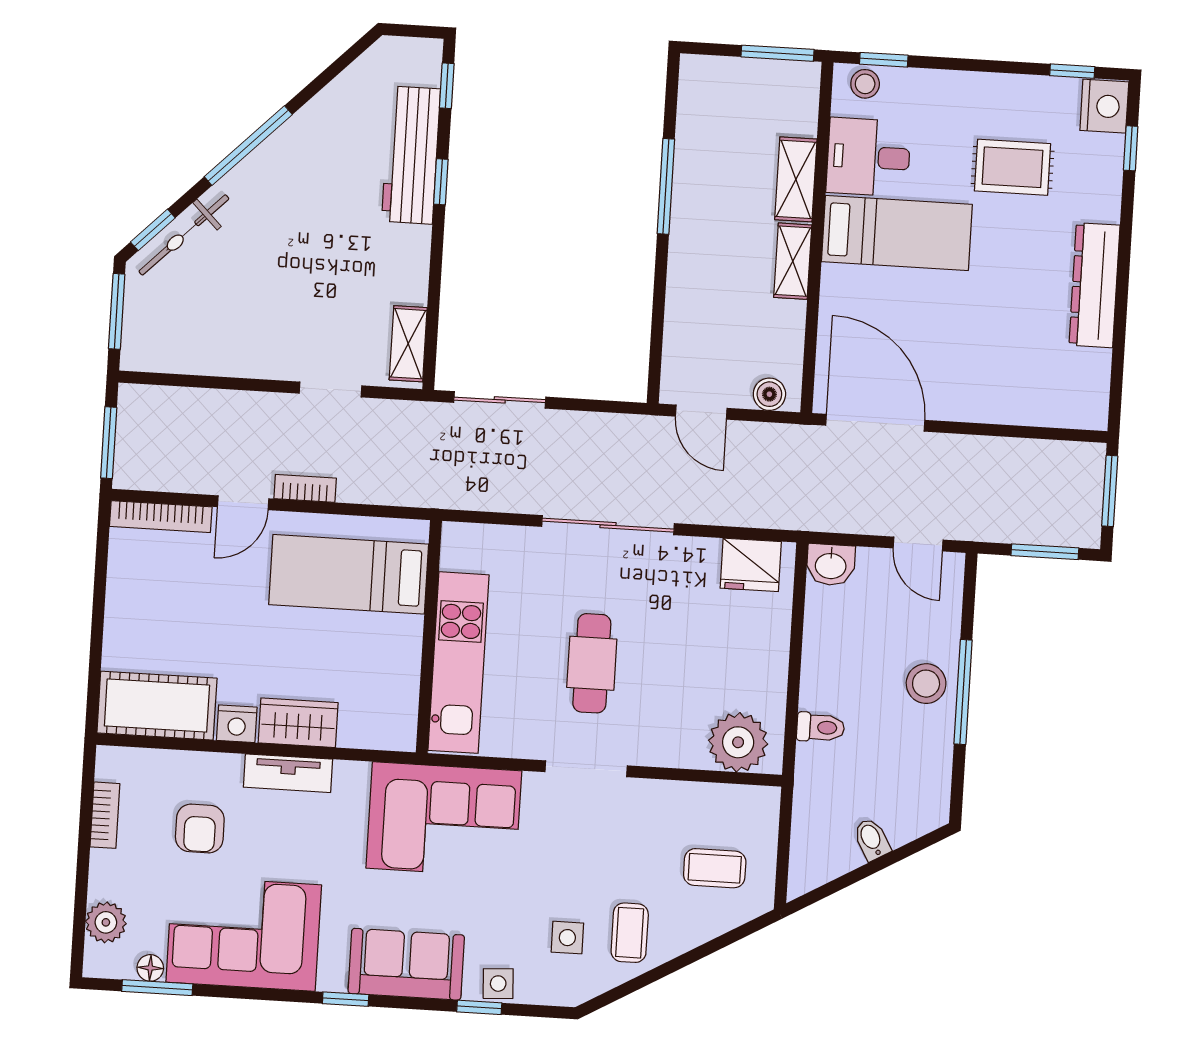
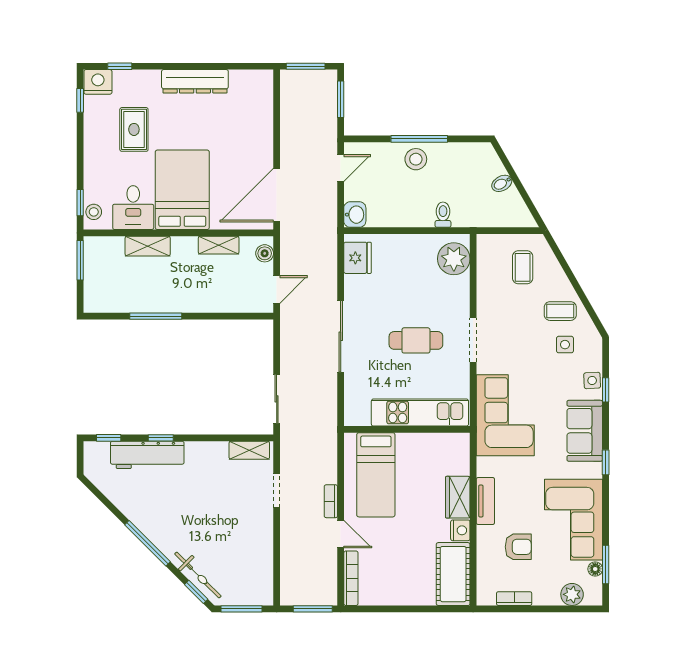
bed: (897, 233) -> (182, 190), width x1.50
shelving: (793, 261) -> (219, 245), moved

